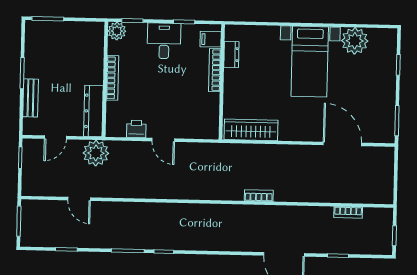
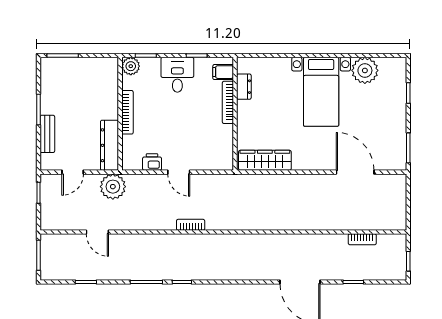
bookcase: (259, 196) -> (191, 225), moved

